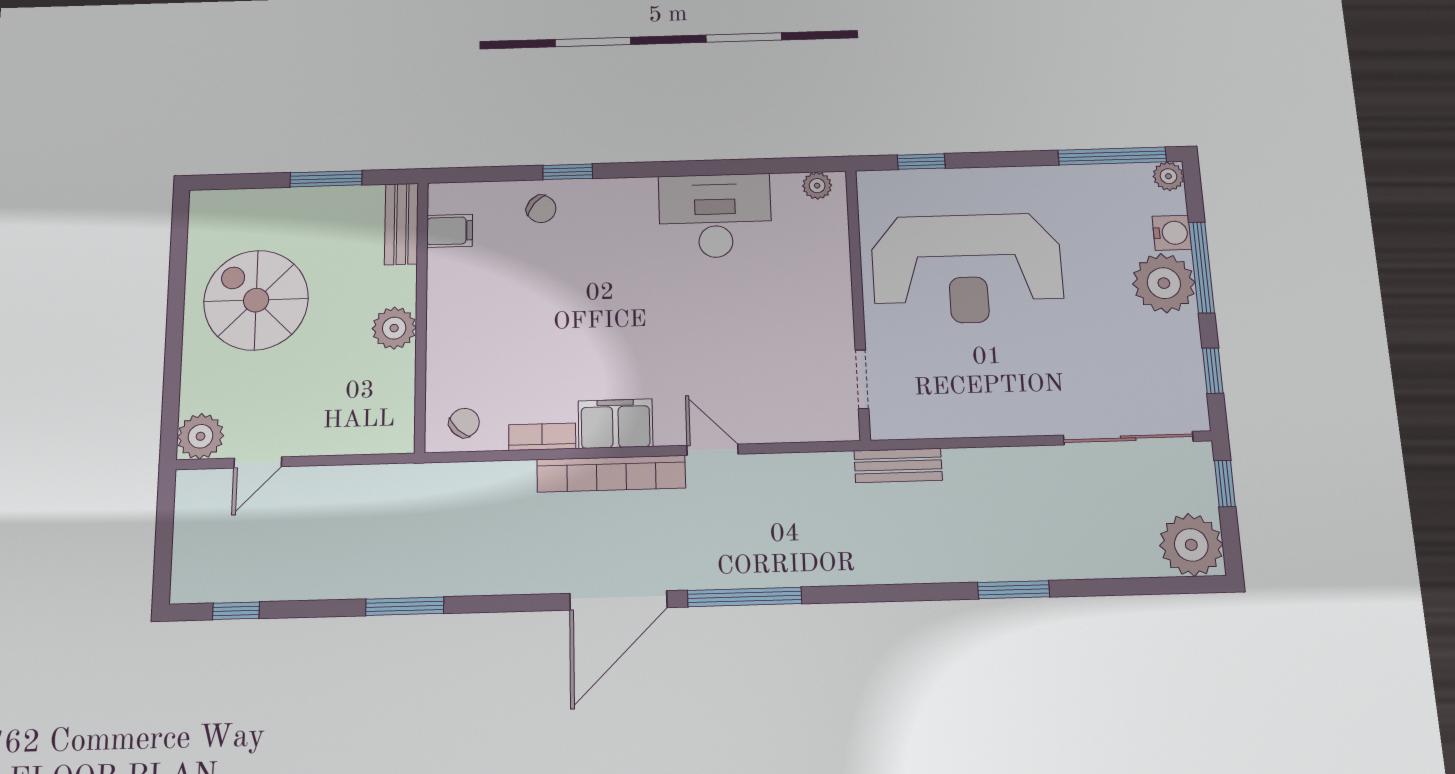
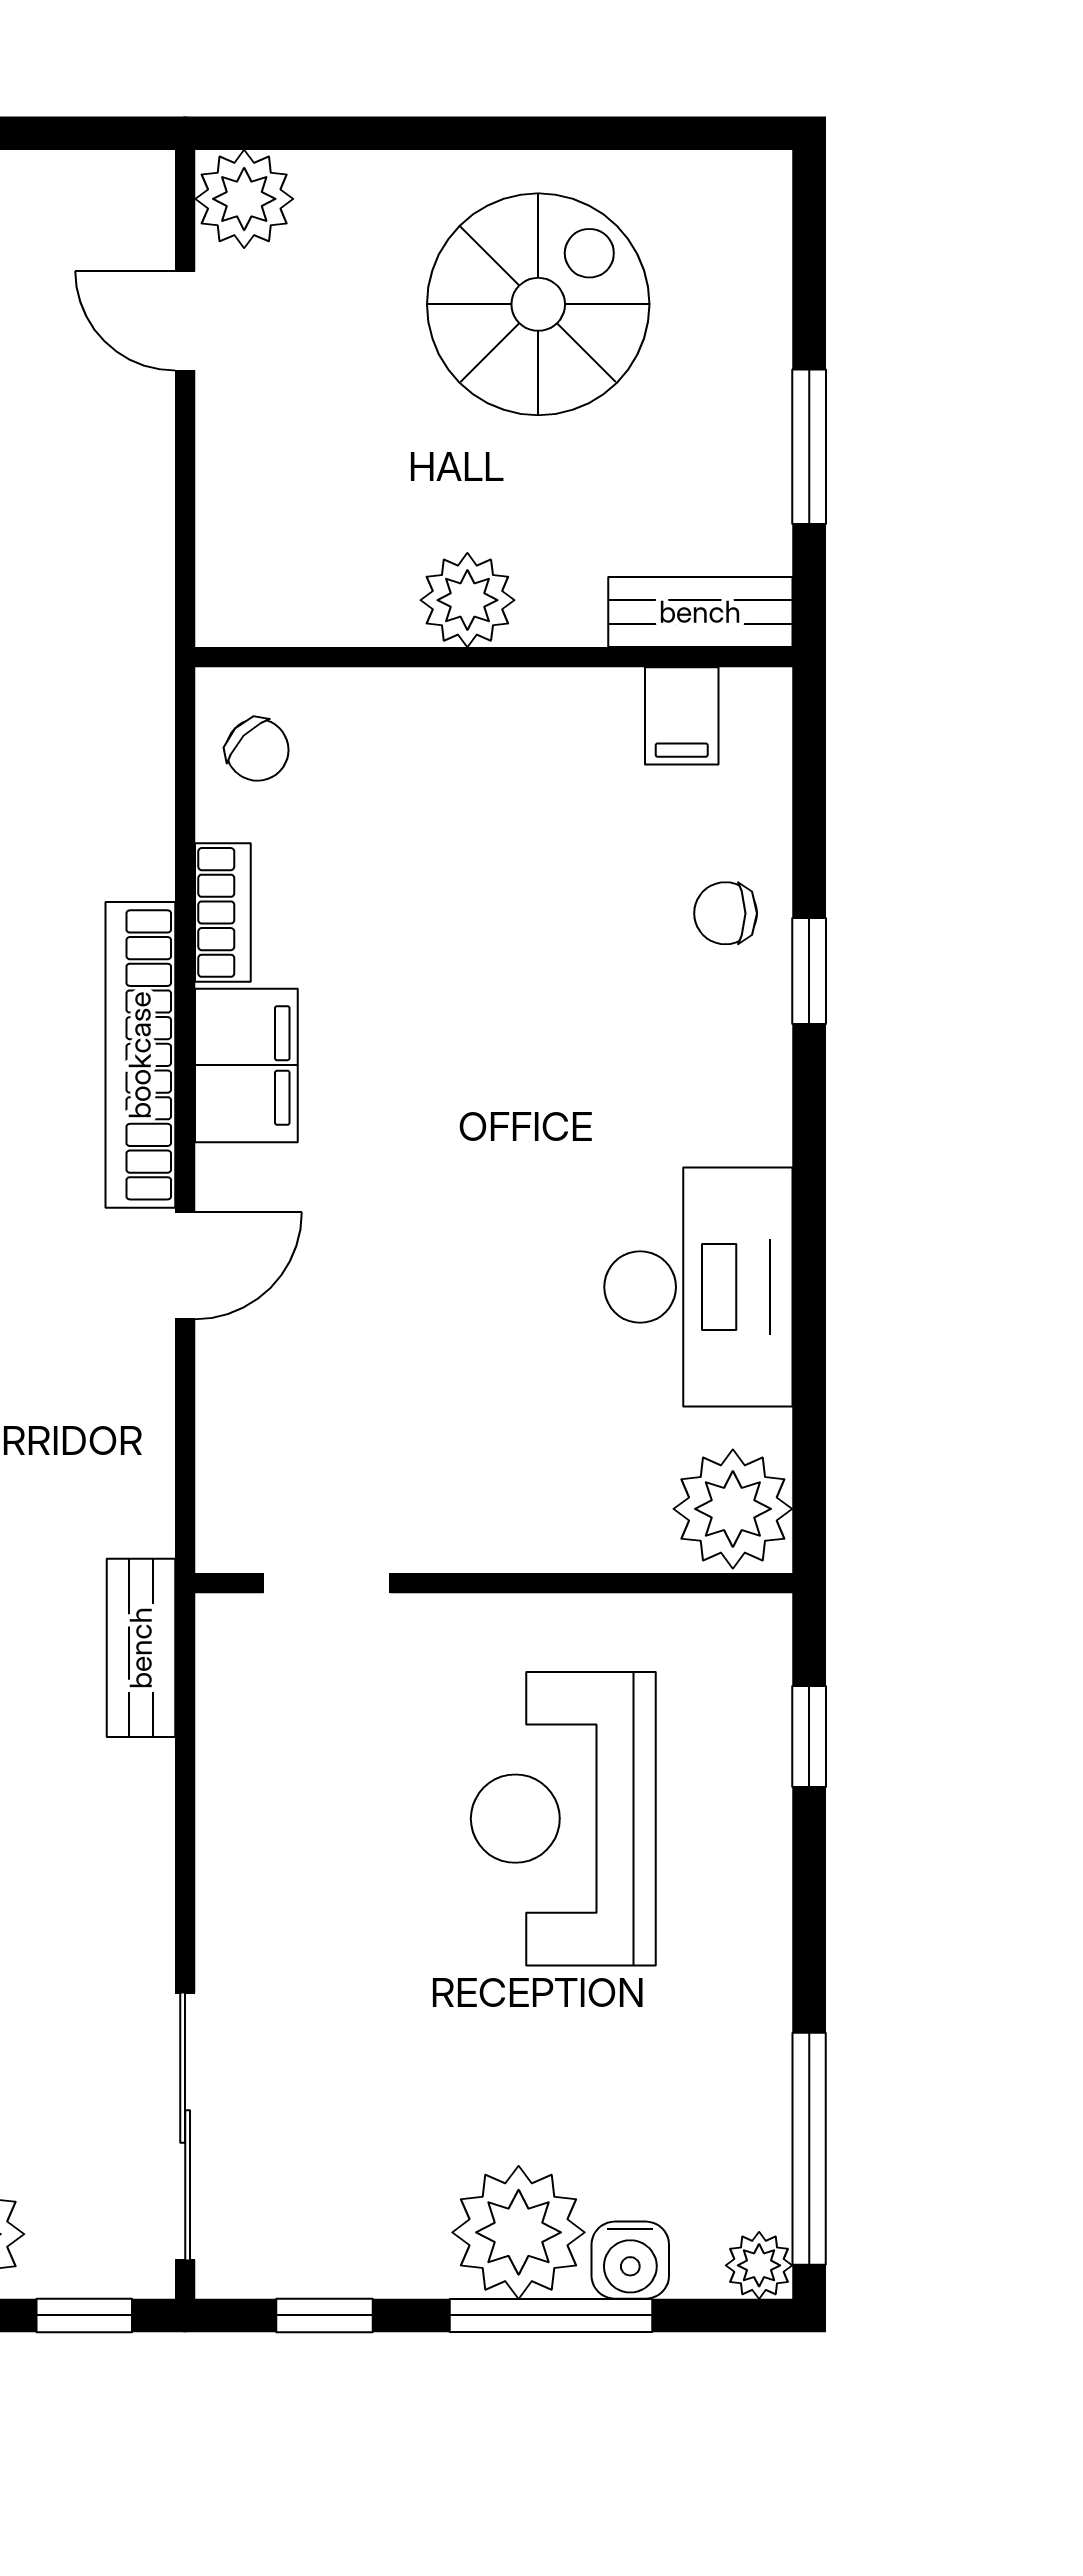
plant: (817, 186) -> (733, 1509), width x1.88, depth x1.88
chair: (541, 209) -> (726, 913), turned 50
reception desk: (967, 269) -> (563, 1819), width x0.74, depth x0.77

